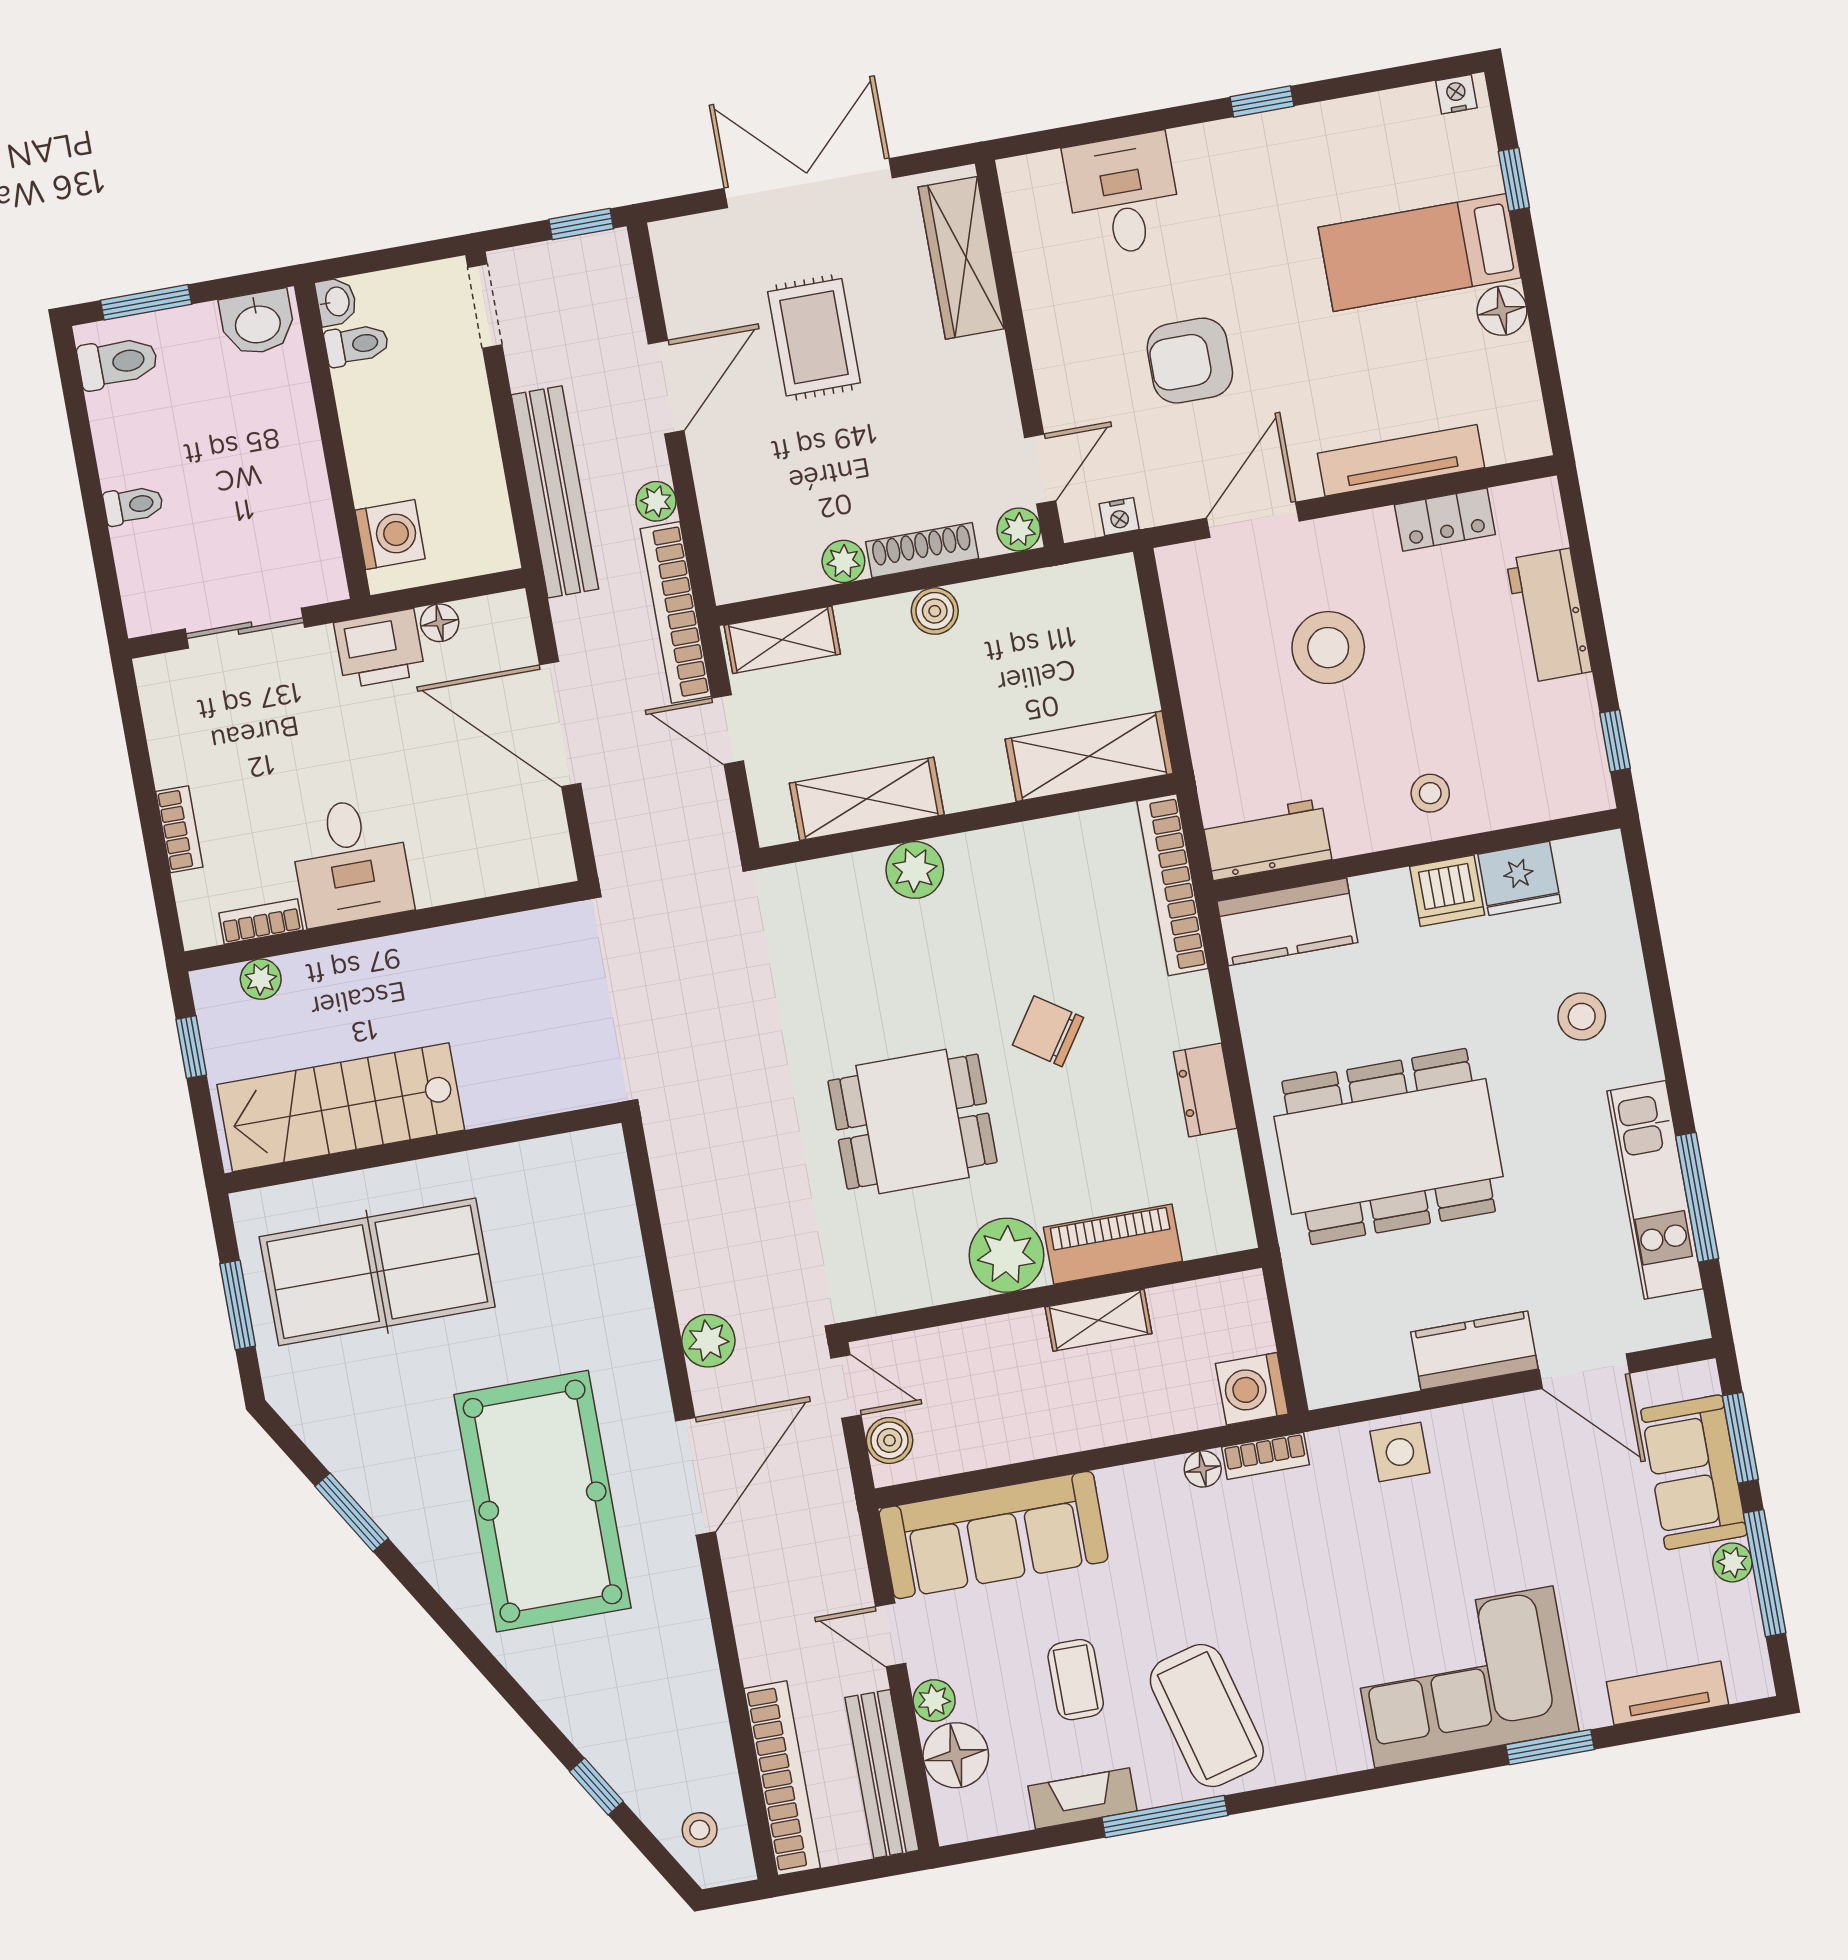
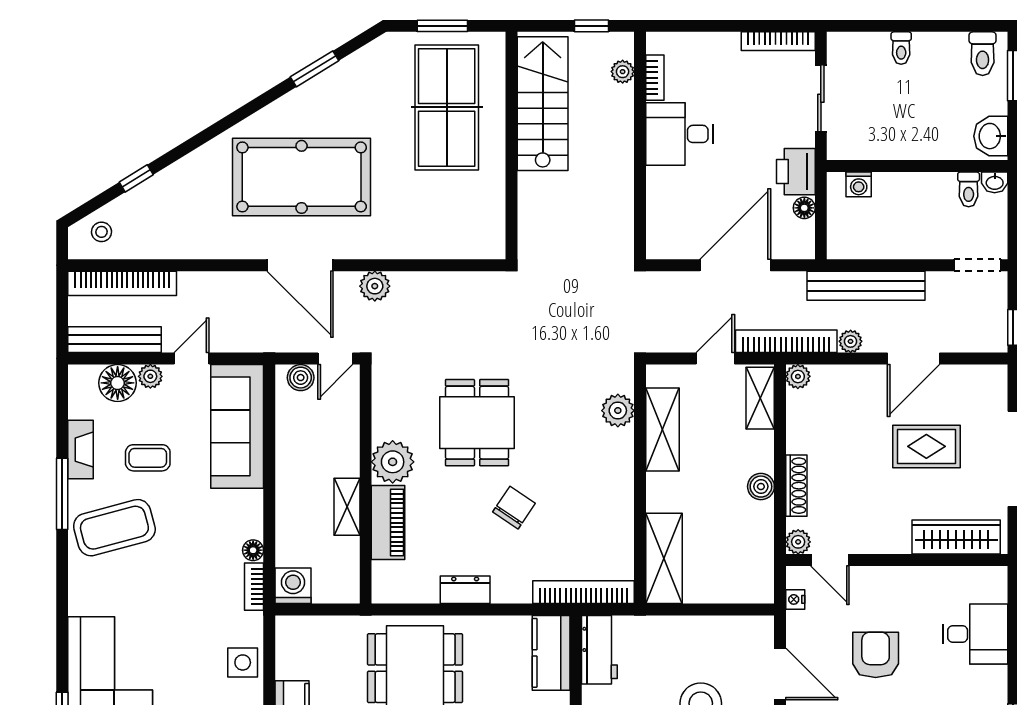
door: (666, 387) -> (913, 359), hinge flipped
washing machine: (390, 535) -> (859, 184), width x0.73, depth x0.73
plant: (843, 561) -> (798, 376), moved
bookcase: (179, 829) -> (778, 41), moved, width x1.56
plant: (915, 870) -> (618, 411), moved

